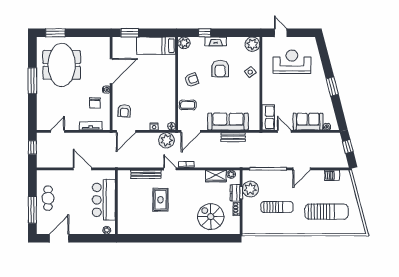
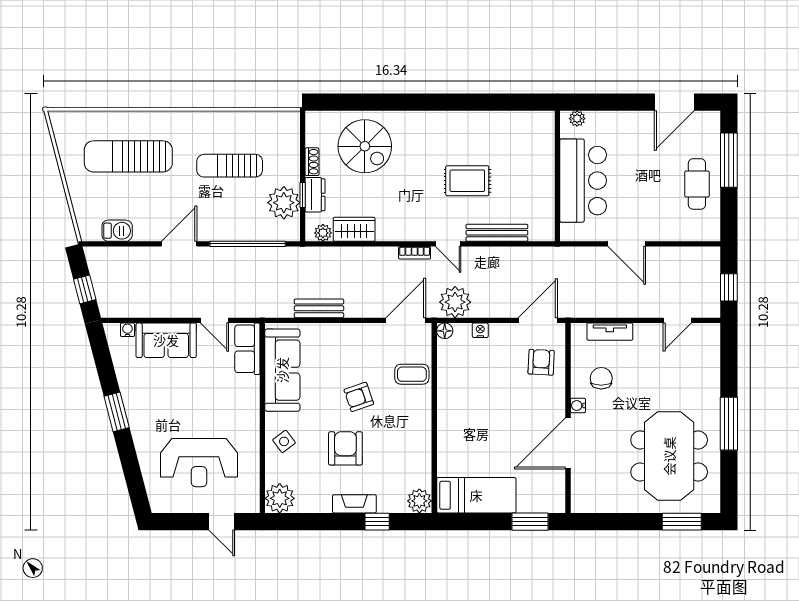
armchair: (192, 80) -> (359, 397), moved
sofa: (228, 122) -> (282, 370), moved, turned -90
rug: (160, 200) -> (467, 181), turned 90

